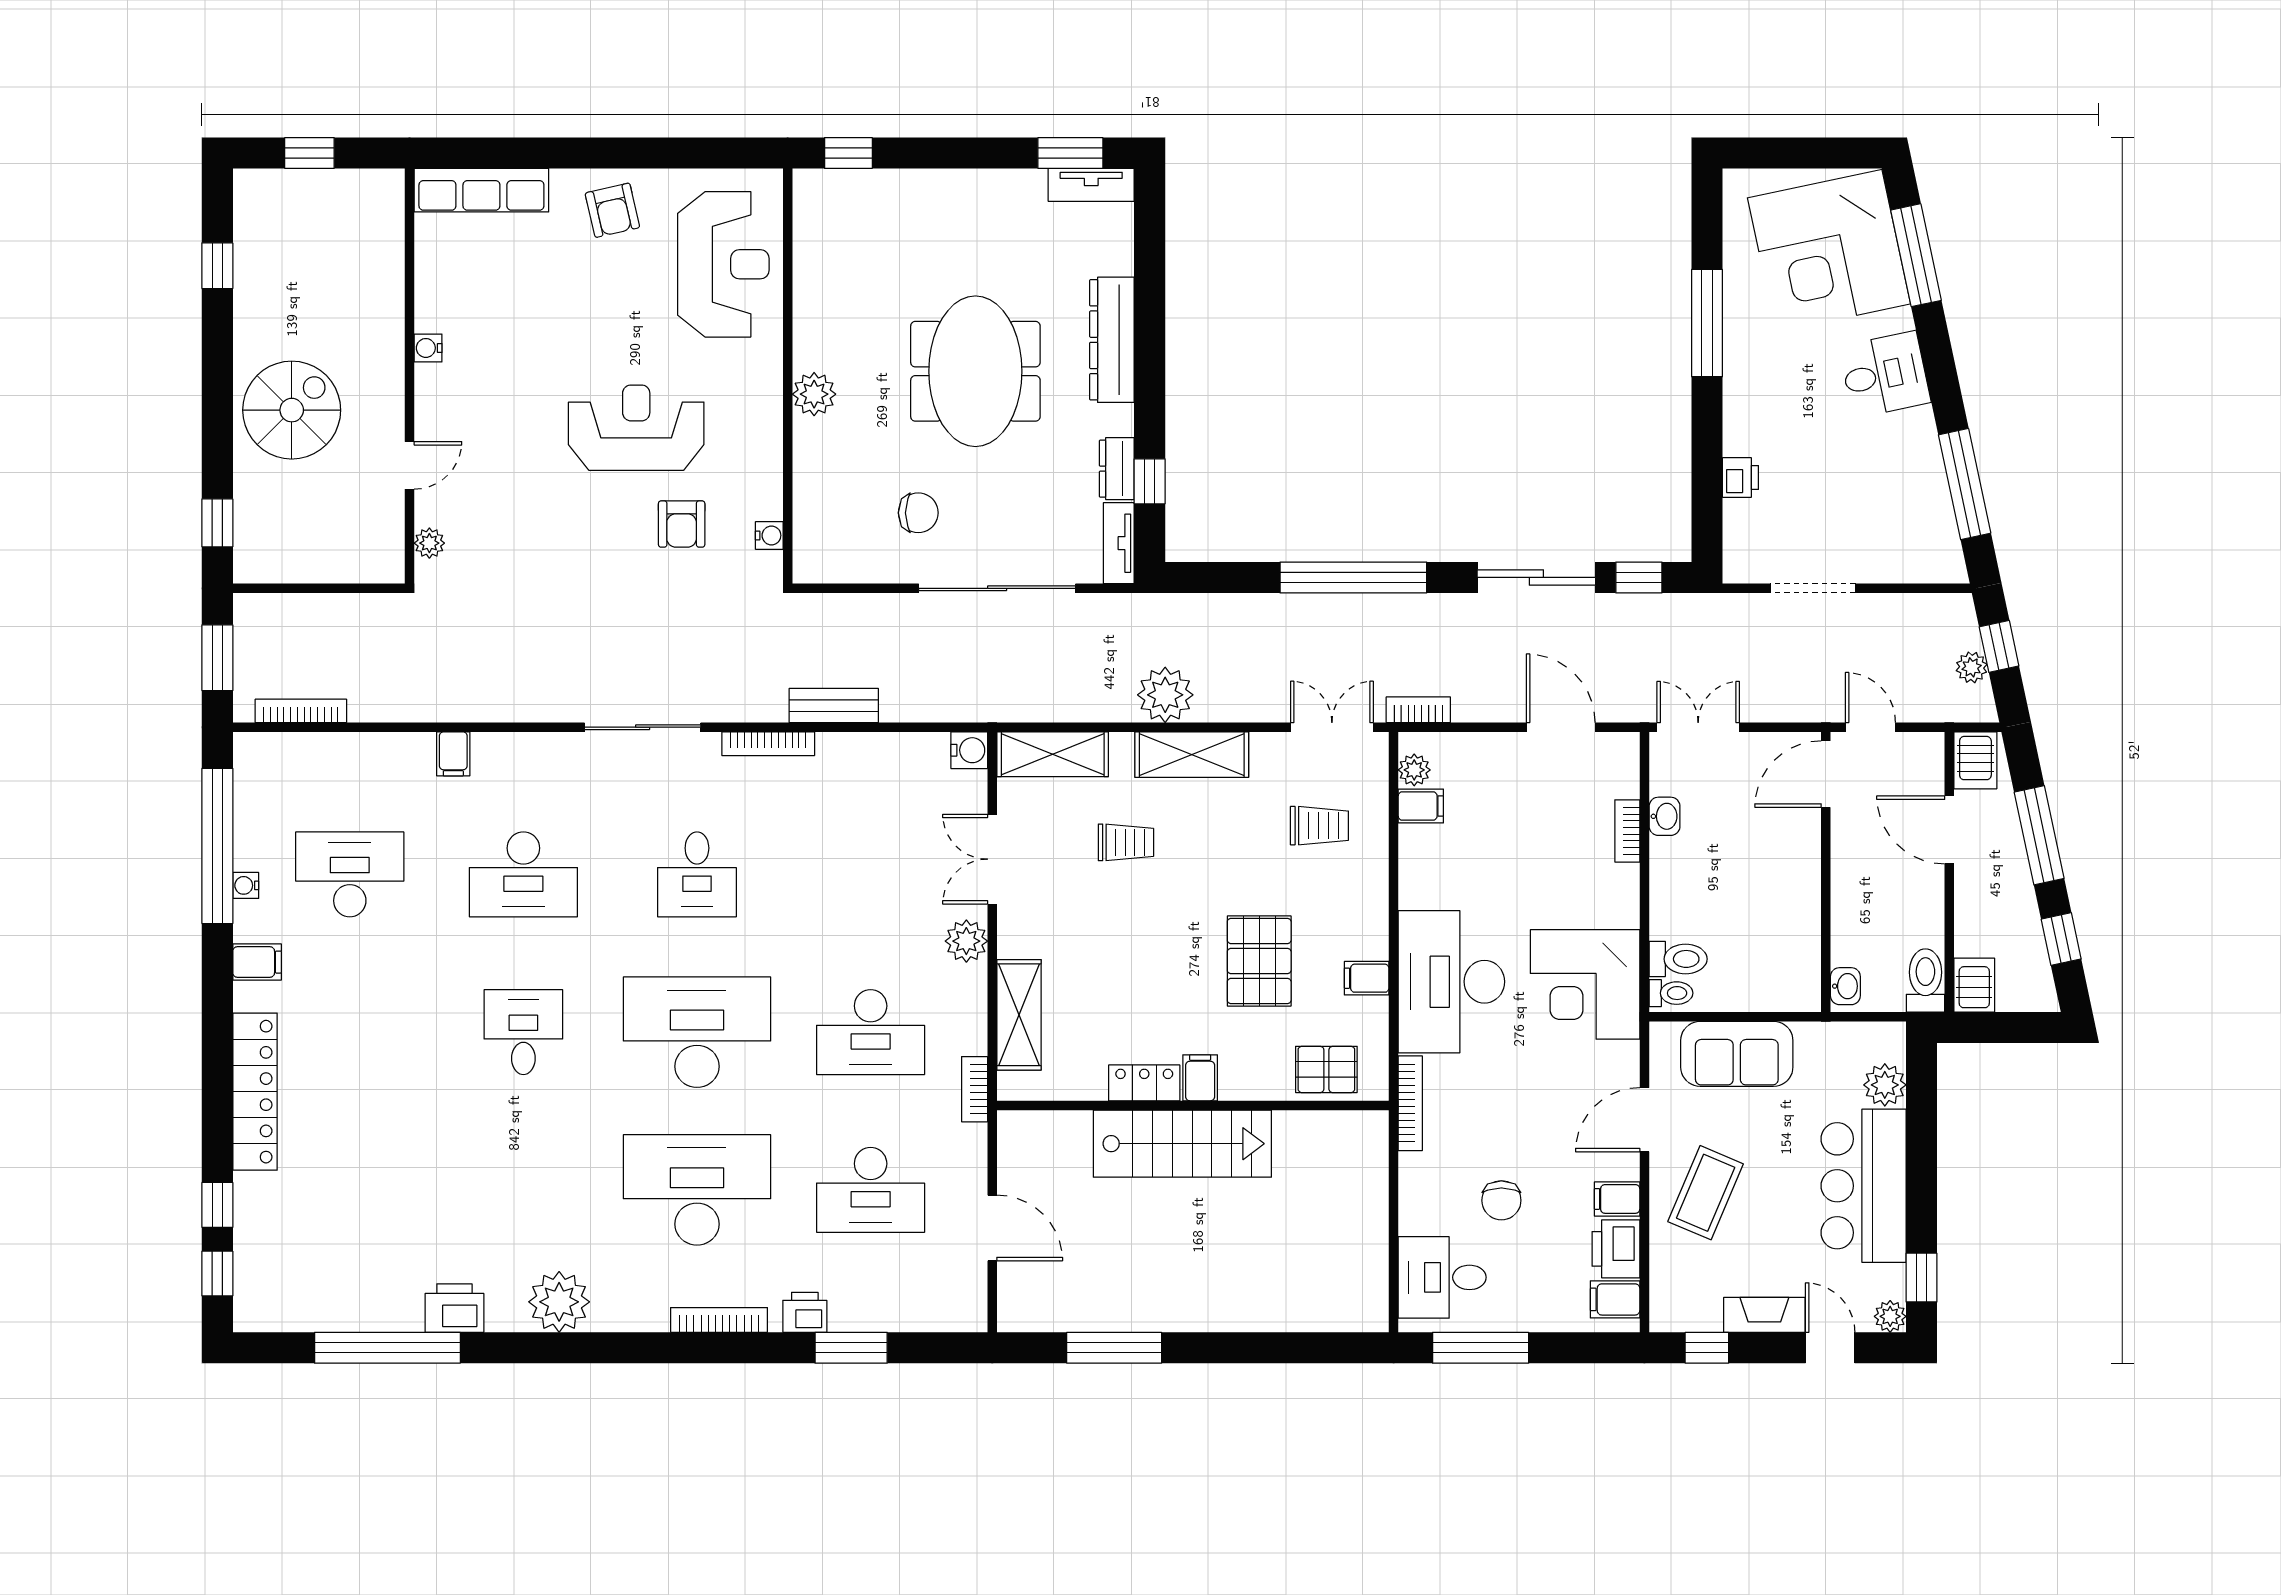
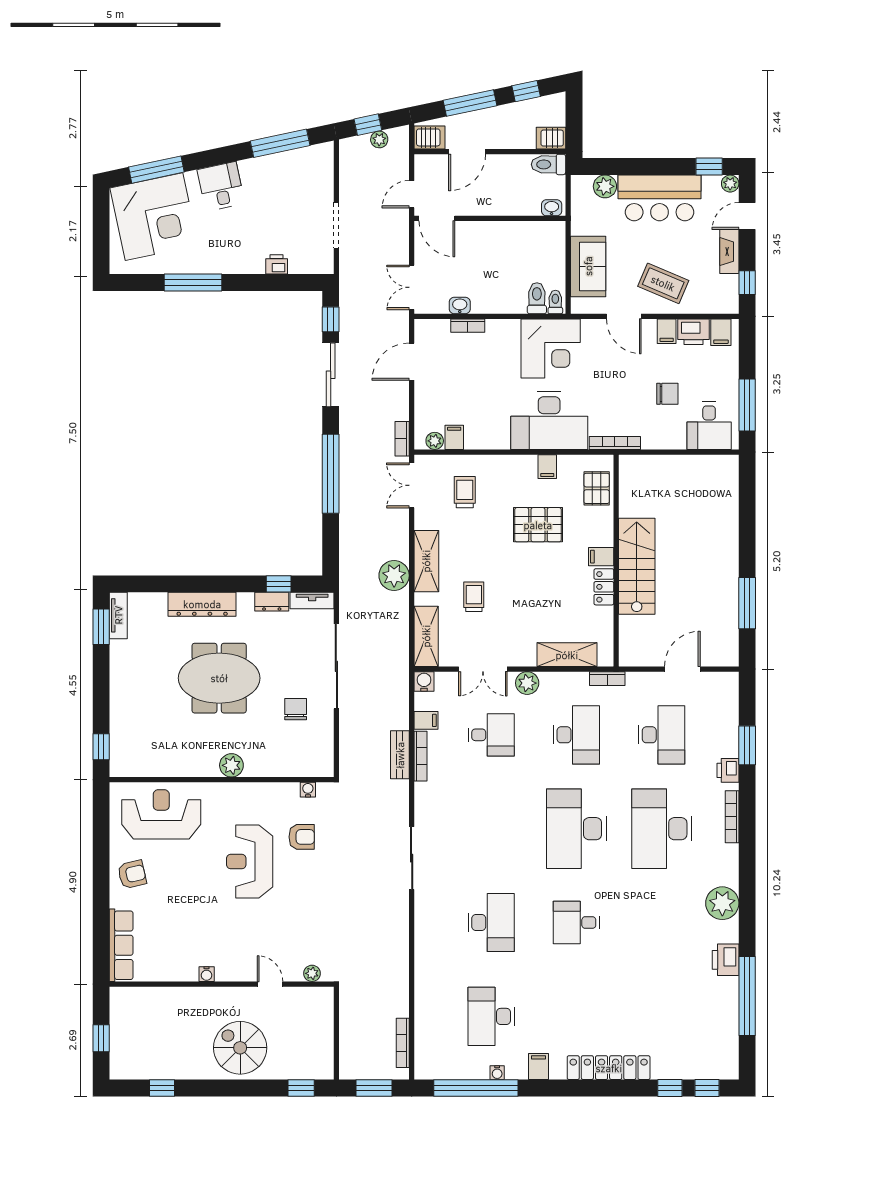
bookcase: (768, 744) -> (421, 756), moved
filing cabinet: (453, 754) -> (426, 720), moved
desk: (697, 874) -> (491, 735), moved

